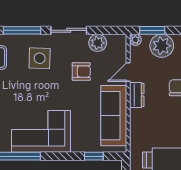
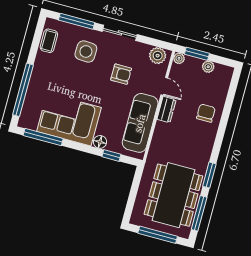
plant: (98, 43) -> (158, 56), moved
plant: (162, 46) -> (208, 67), width x0.53, depth x0.53
door: (128, 72) -> (164, 86), swing flipped
floor lamp: (78, 146) -> (100, 142), added

